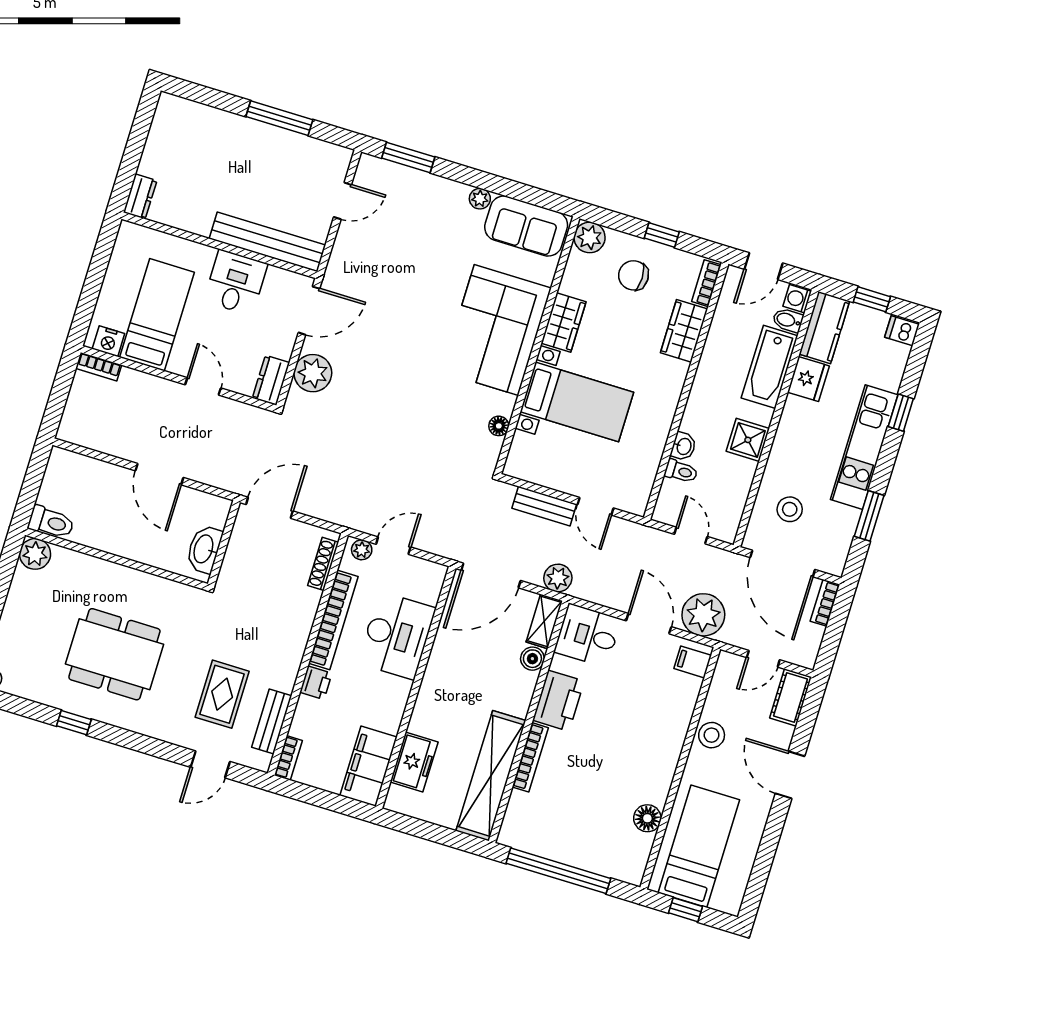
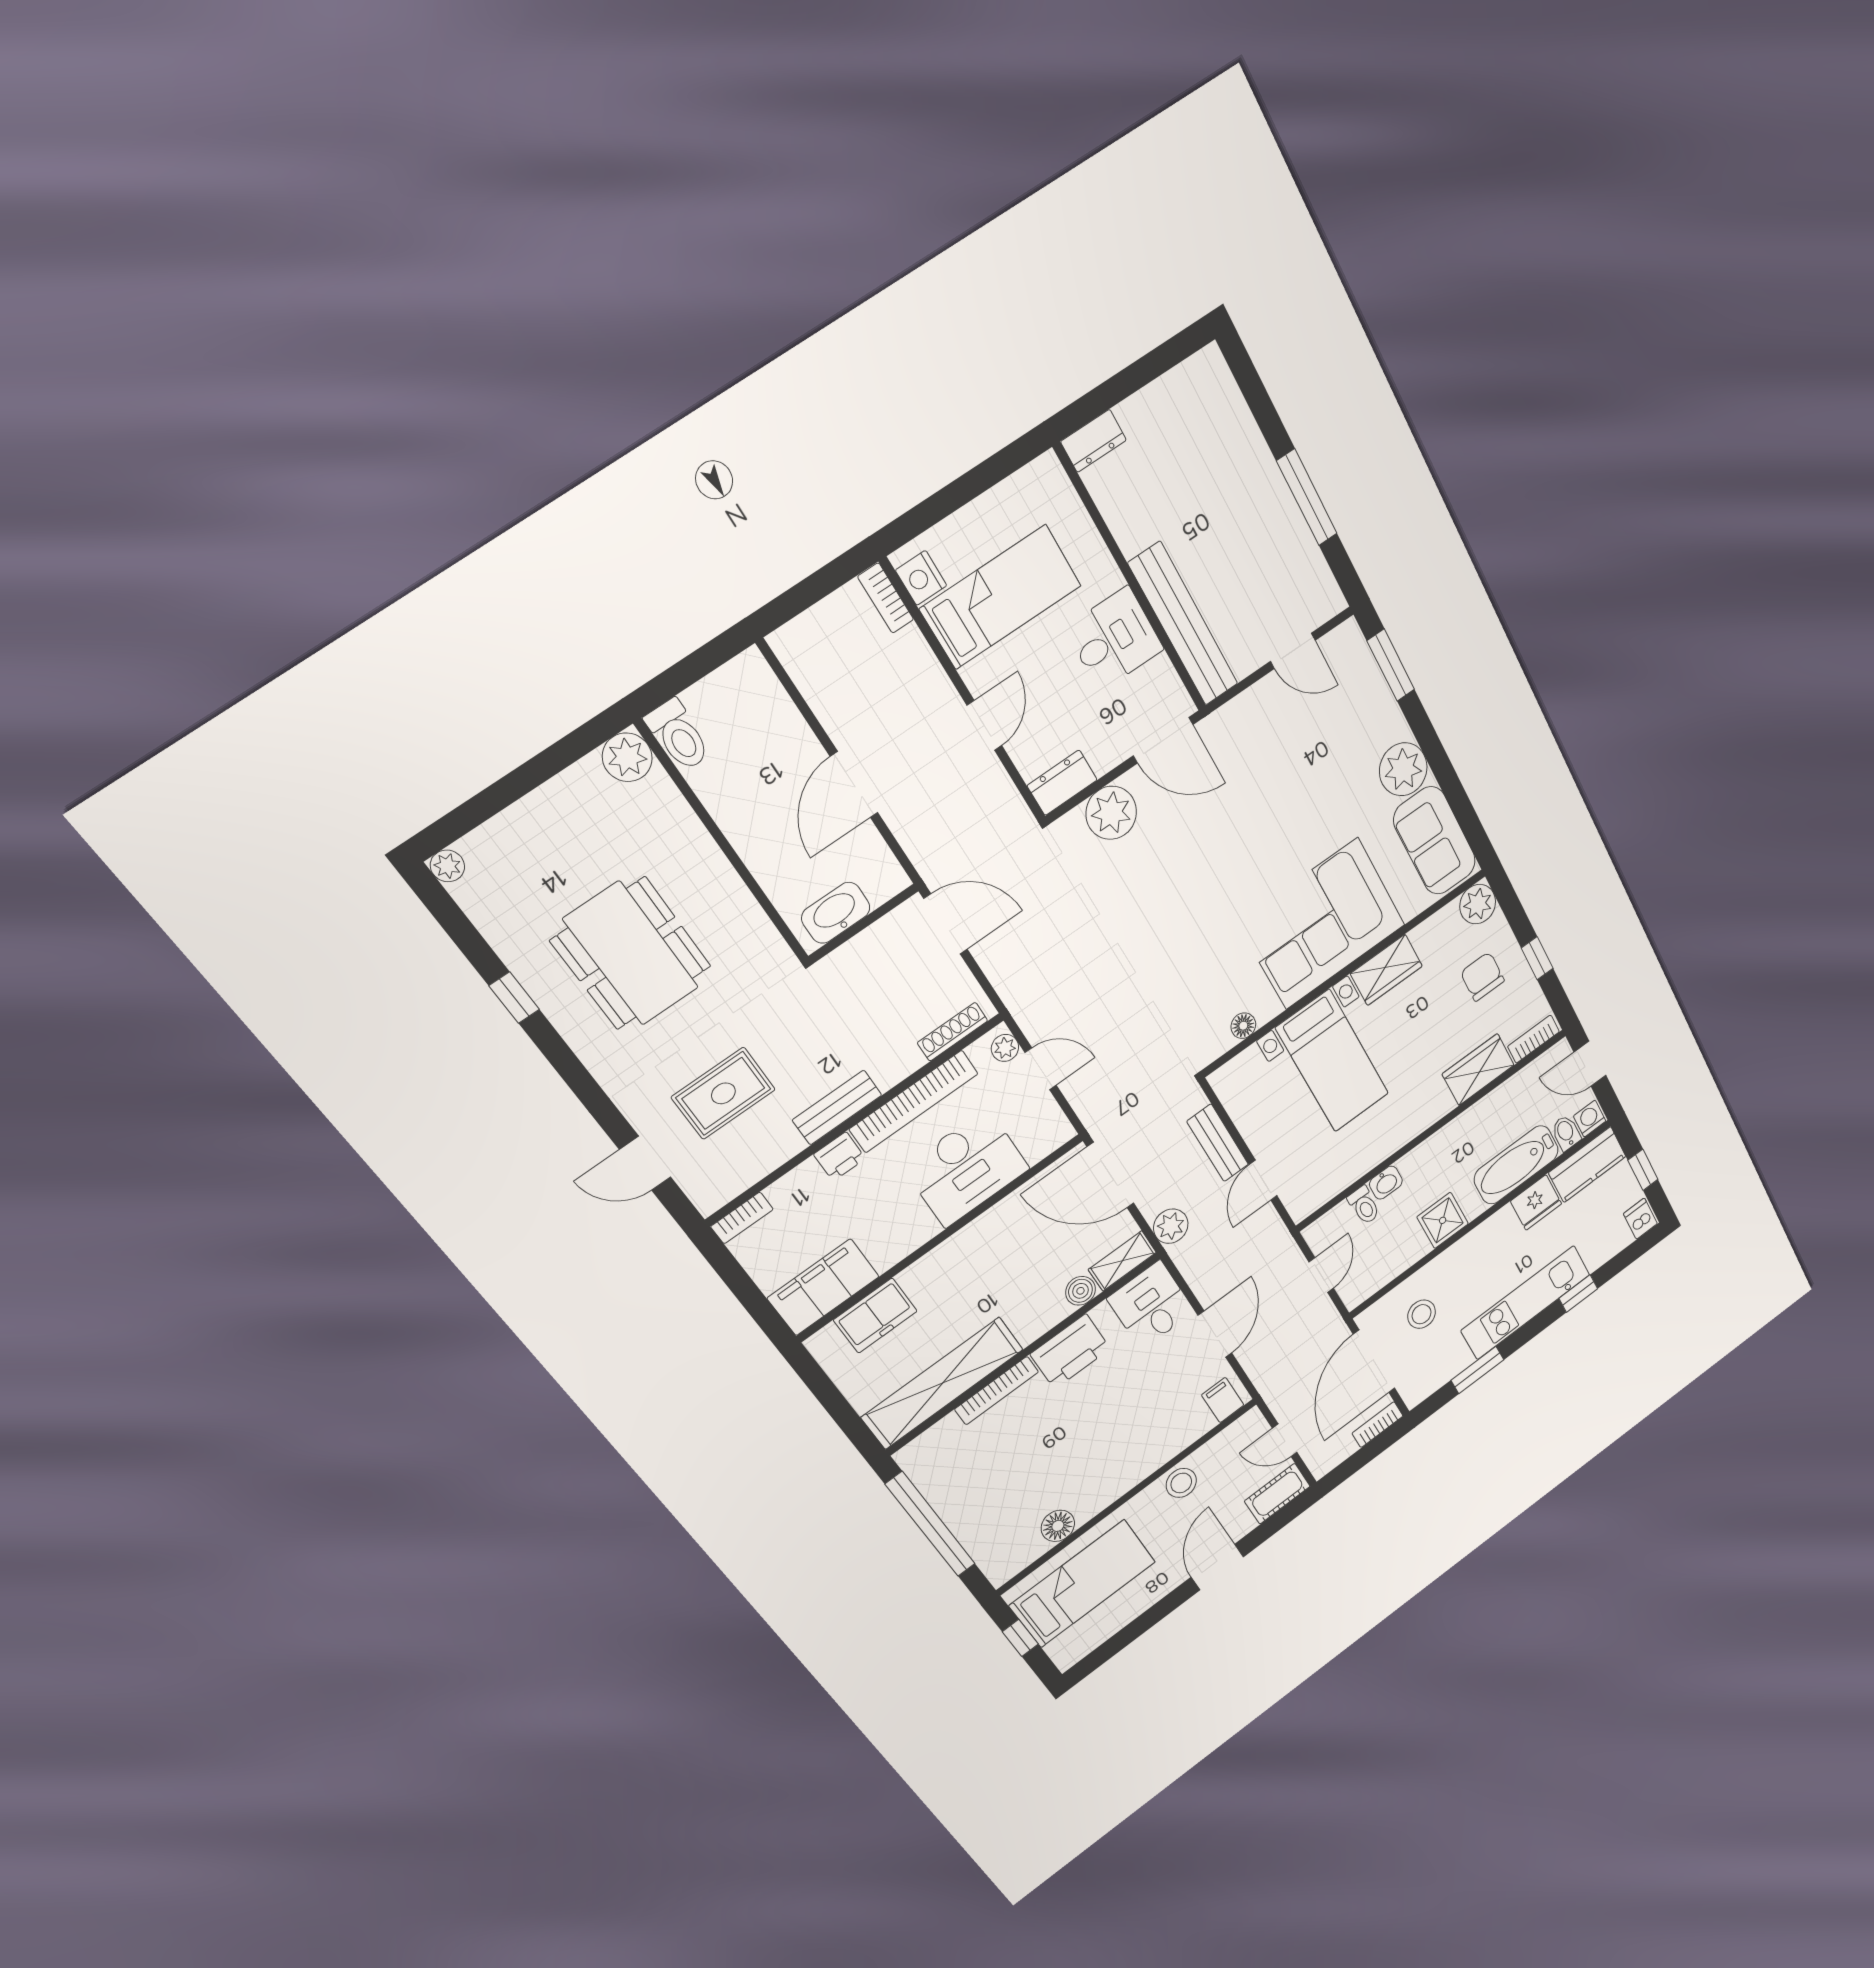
plant: (480, 199) -> (1403, 769), width x1.88, depth x1.88
plant: (703, 615) -> (1269, 1361), removed
bench: (272, 722) -> (837, 1108), moved

